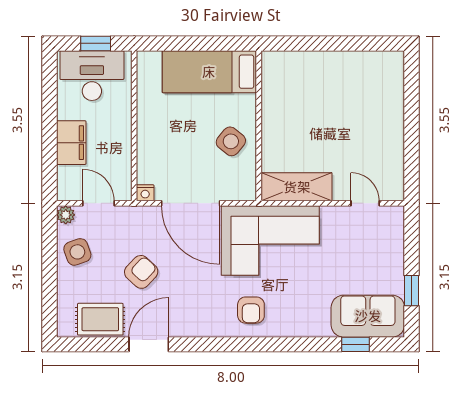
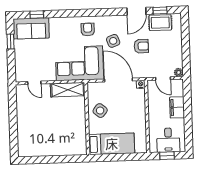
desk: (92, 76) -> (168, 140), width x0.73
side table: (77, 252) -> (113, 41), moved
armchair: (141, 272) -> (141, 46), turned -133
window: (100, 344) -> (160, 10), added

